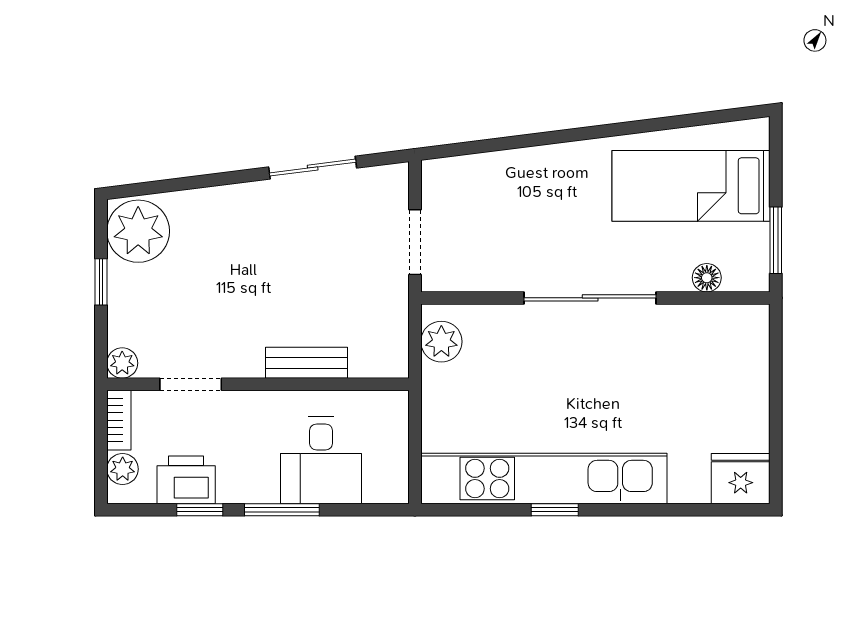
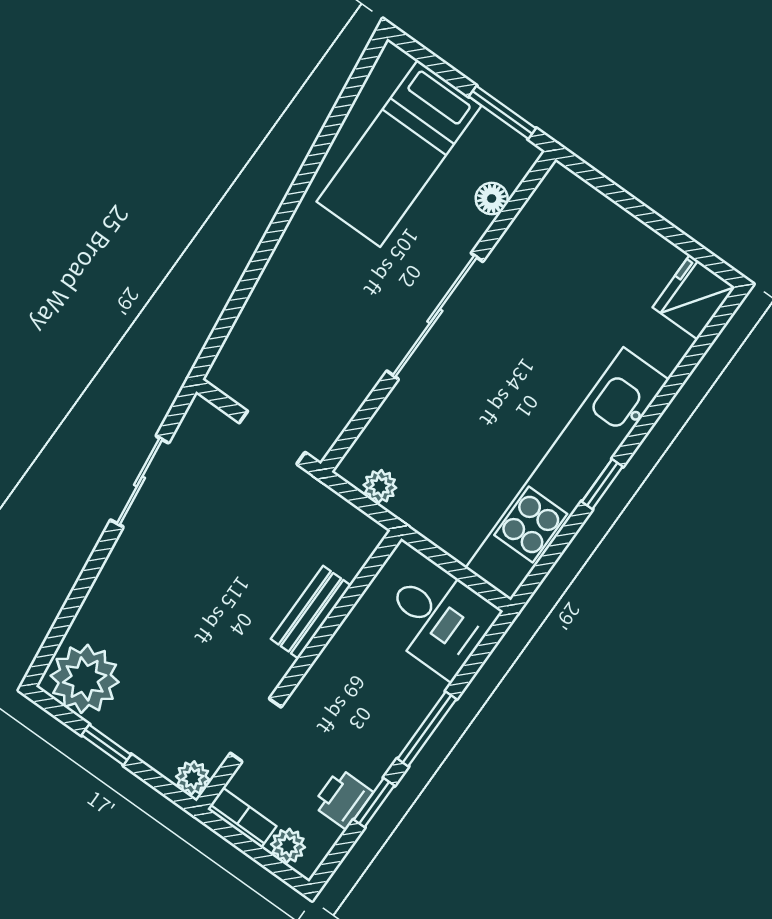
plant: (441, 342) -> (380, 486), width x0.73, depth x0.73
desk: (321, 460) -> (438, 619), moved
printer: (186, 480) -> (343, 799), width x0.73, depth x0.81

